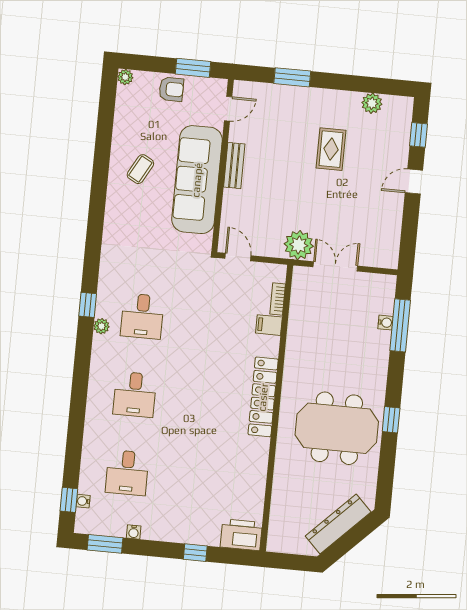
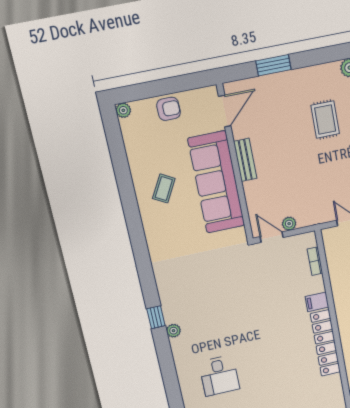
window: (193, 68) -> (182, 83), removed
door: (228, 109) -> (225, 111), width x1.38
plant: (299, 245) -> (289, 224), moved, width x0.53, depth x0.53
desk: (142, 316) -> (205, 312), removed
filing cabinet: (269, 325) -> (317, 302), moved

